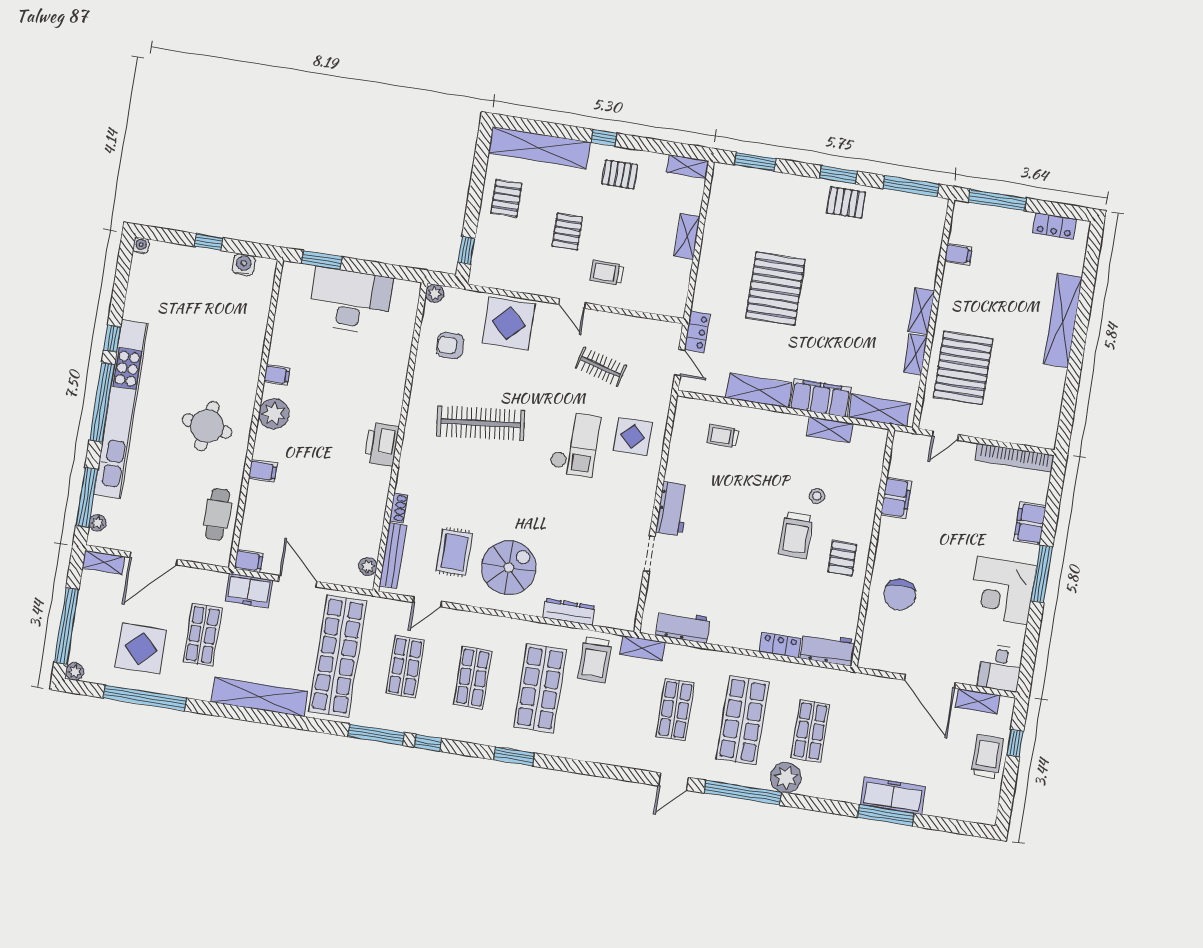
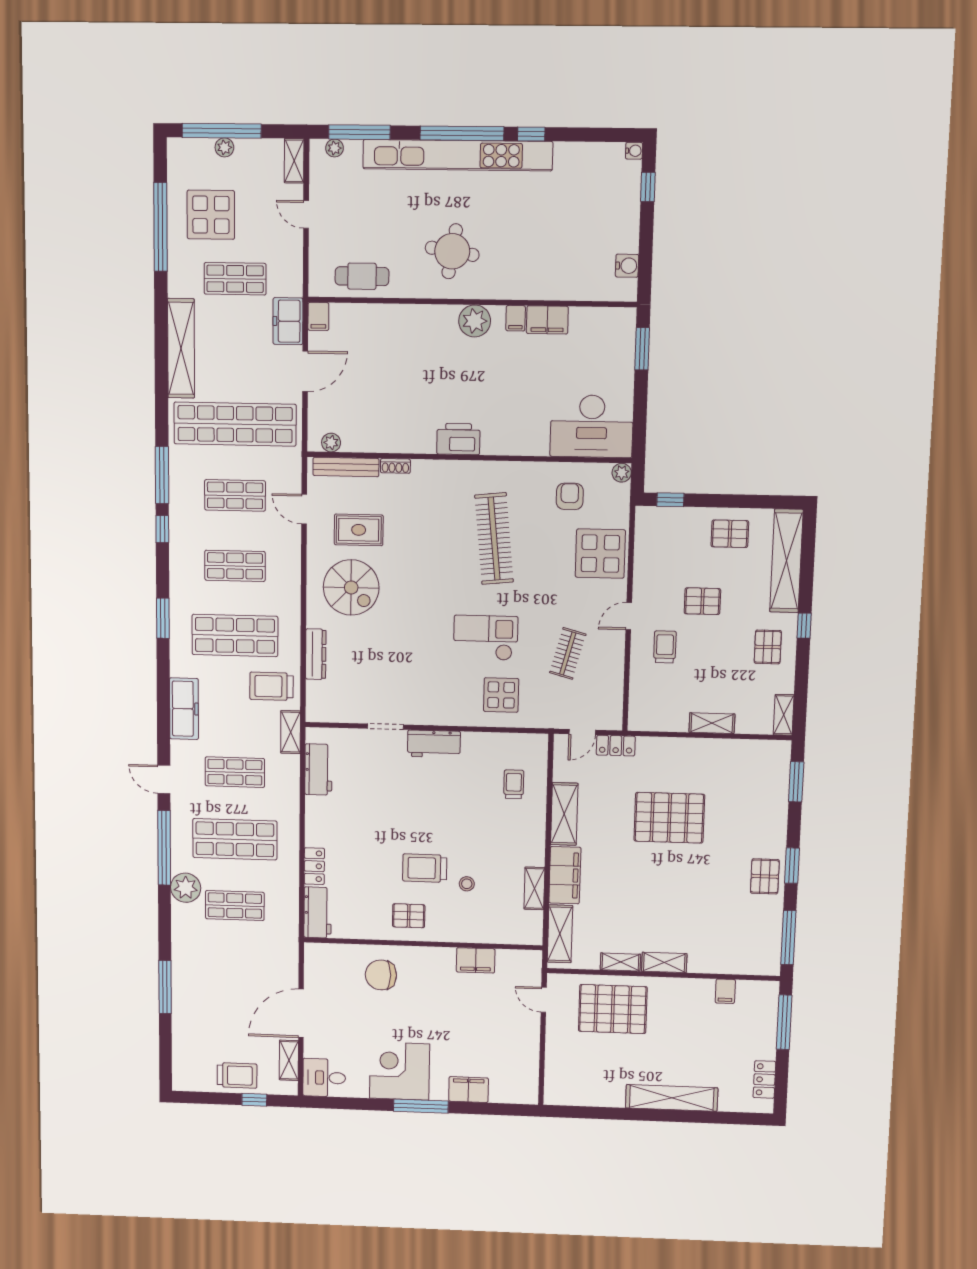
window: (209, 242) -> (648, 187), moved
desk: (350, 301) -> (592, 426), moved, turned 90
checkout: (575, 444) -> (486, 638), turned 180
bookcase: (1015, 458) -> (531, 1068), removed
filing cabinet: (263, 471) -> (547, 320), moved, width x2.00
door: (154, 558) -> (306, 214), width x0.53
plant: (75, 672) -> (224, 147), moved
freezer: (893, 796) -> (184, 709), moved

